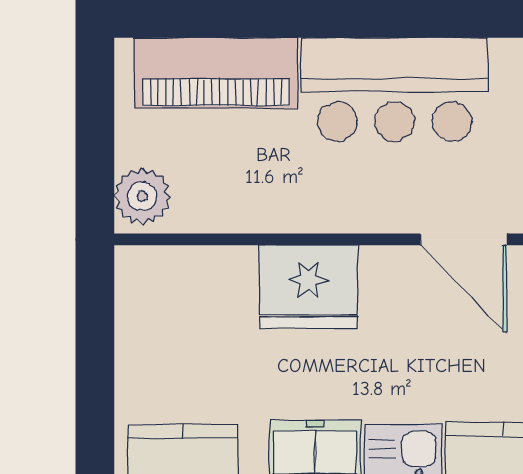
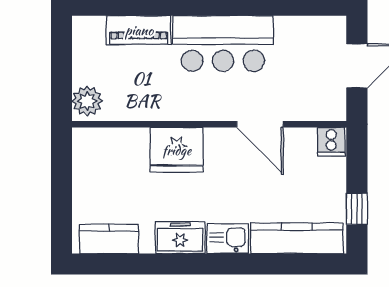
piano: (216, 73) -> (139, 30), width x0.73, depth x0.75

